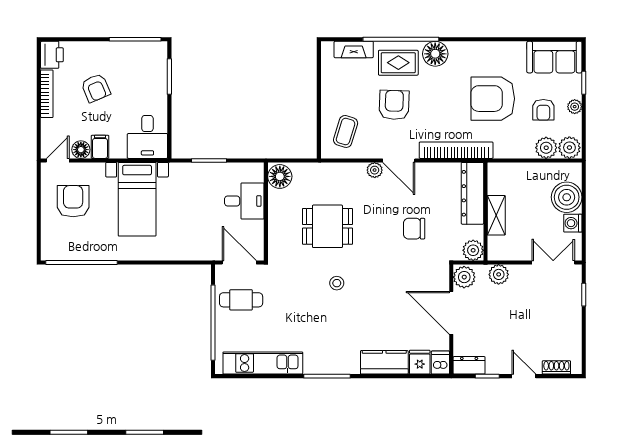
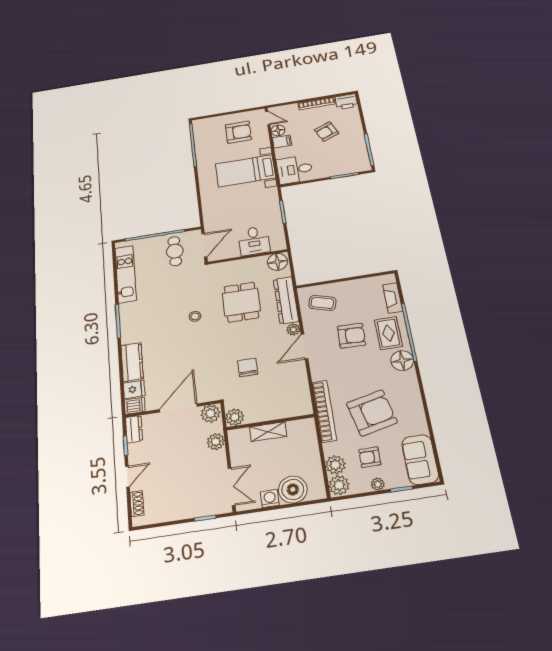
armchair: (493, 99) -> (372, 413), turned 77
bookcase: (456, 150) -> (324, 411), moved
dresser: (472, 193) -> (286, 300), moved, turned -90

